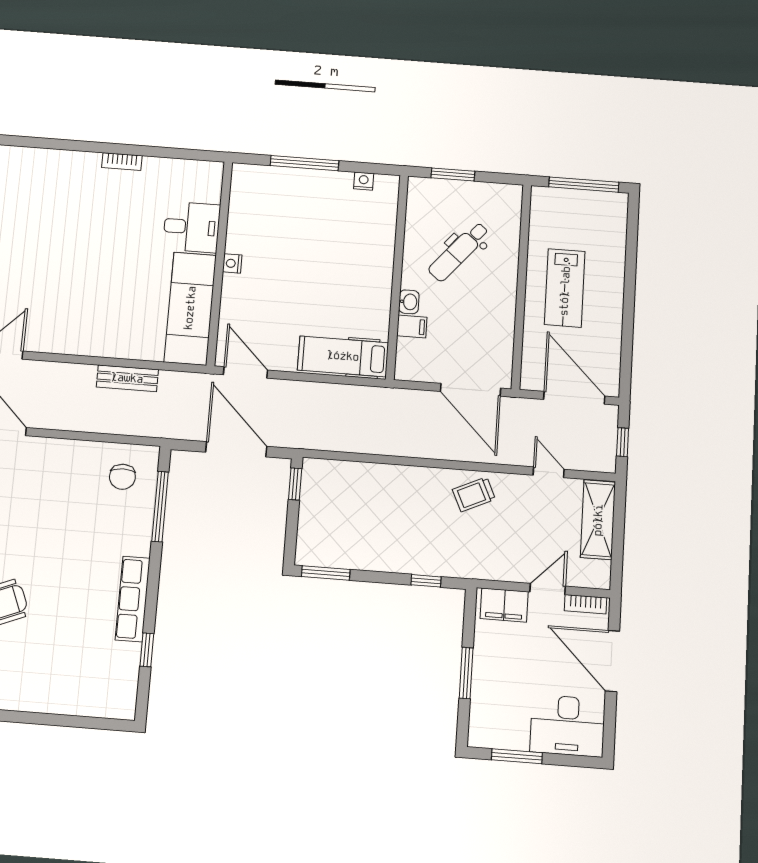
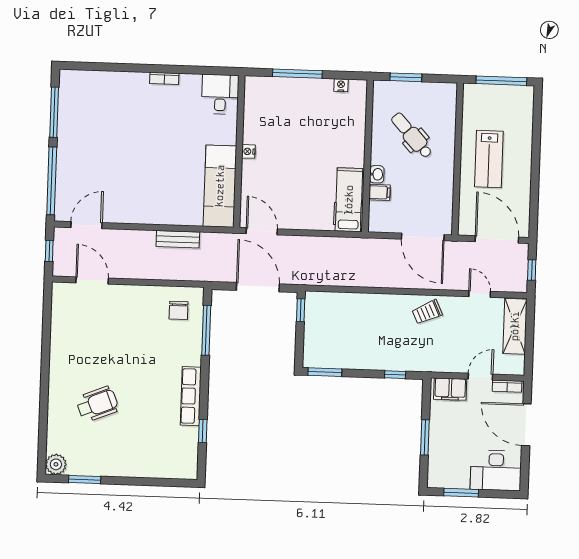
desk: (192, 227) -> (220, 94), moved, turned -90
dental chair: (459, 252) -> (412, 135), turned 98
hospital bed: (343, 356) -> (349, 200), moved, turned 90

